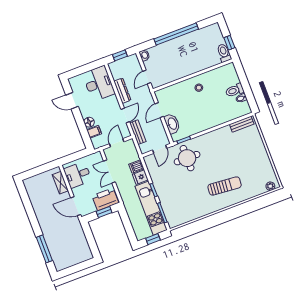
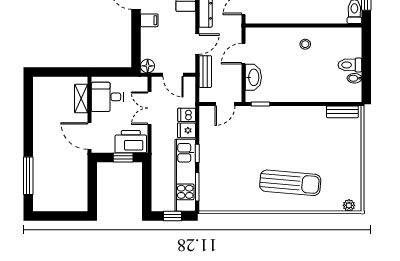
floor lamp: (89, 122) -> (148, 66), moved
filing cabinet: (94, 132) -> (149, 20), moved
door: (117, 143) -> (173, 75), swing flipped
round table: (187, 158) -> (256, 129), removed
sun lounger: (225, 186) -> (290, 183), width x1.36, depth x1.34

